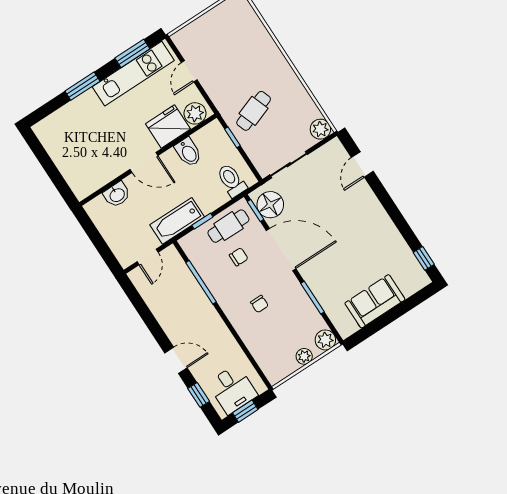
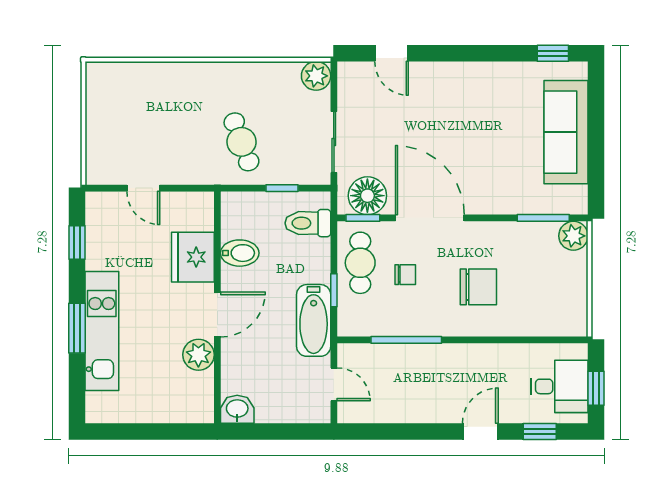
window: (132, 53) -> (77, 242), width x0.67
kitchen unit: (133, 74) -> (102, 331), moved
plant: (195, 113) -> (198, 355), moved
window: (232, 137) -> (282, 188), moved
washbasin: (117, 195) -> (237, 409), moved, turned -90
door: (281, 250) -> (430, 218), hinge flipped
chair: (239, 257) -> (405, 275), turned 90
window: (313, 298) -> (543, 218), moved
sofa: (375, 301) -> (566, 132), width x1.36
chair: (259, 304) -> (478, 287), width x1.87, depth x1.87
plant: (304, 356) -> (577, 274), removed

